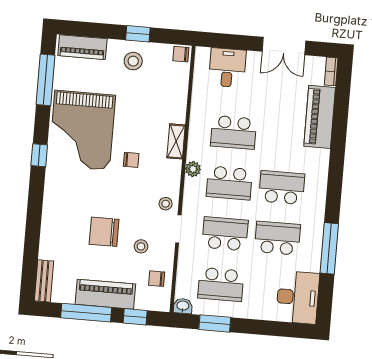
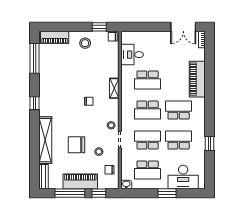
window: (138, 34) -> (99, 27), moved
double door: (284, 46) -> (183, 27), moved
desk: (227, 68) -> (132, 55), moved, turned -90
piano: (320, 117) -> (197, 79), moved
grand piano: (82, 130) -> (59, 86), removed
plant: (193, 169) -> (126, 104), removed
shelving: (52, 219) -> (45, 140), added
window: (329, 248) -> (209, 143), width x0.46
desk: (298, 297) -> (183, 177), moved, turned 90
window: (215, 323) -> (167, 193), moved

